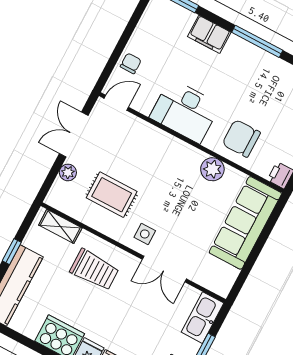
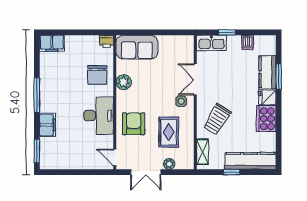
chair: (131, 63) -> (88, 161), removed
armchair: (149, 153) -> (134, 124), added
sofa: (245, 223) -> (137, 47), width x0.73
double door: (164, 269) -> (195, 79), swing flipped
trolley: (94, 270) -> (217, 119), turned -148

